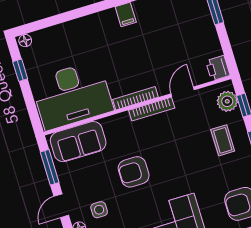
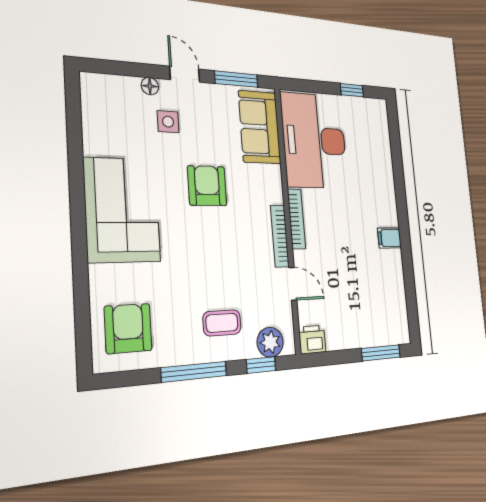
floor lamp: (25, 41) -> (381, 109), removed

